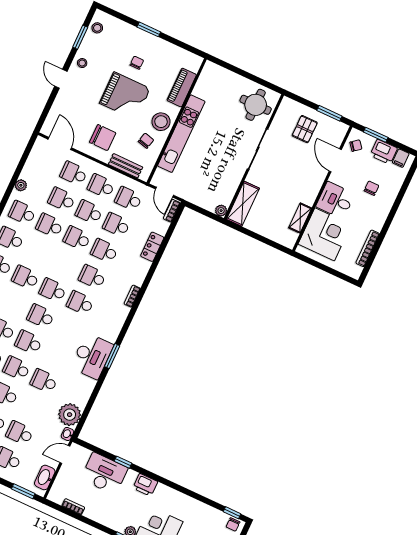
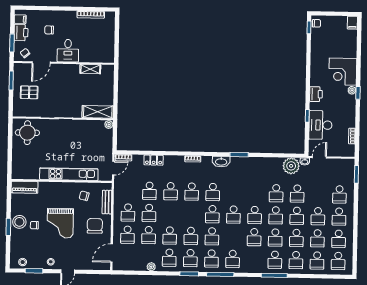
piano: (182, 88) -> (25, 187), moved
grand piano: (125, 96) -> (60, 223), turned 180
stool: (161, 122) -> (19, 222), moved
school desk: (128, 199) -> (128, 190), removed
corner desk: (325, 234) -> (94, 48), removed
school desk: (77, 238) -> (191, 236), moved
desk: (92, 356) -> (245, 168), removed
school desk: (20, 433) -> (297, 194), moved
door: (65, 454) -> (319, 157), swing flipped
washbasin: (45, 477) -> (221, 162), moved

